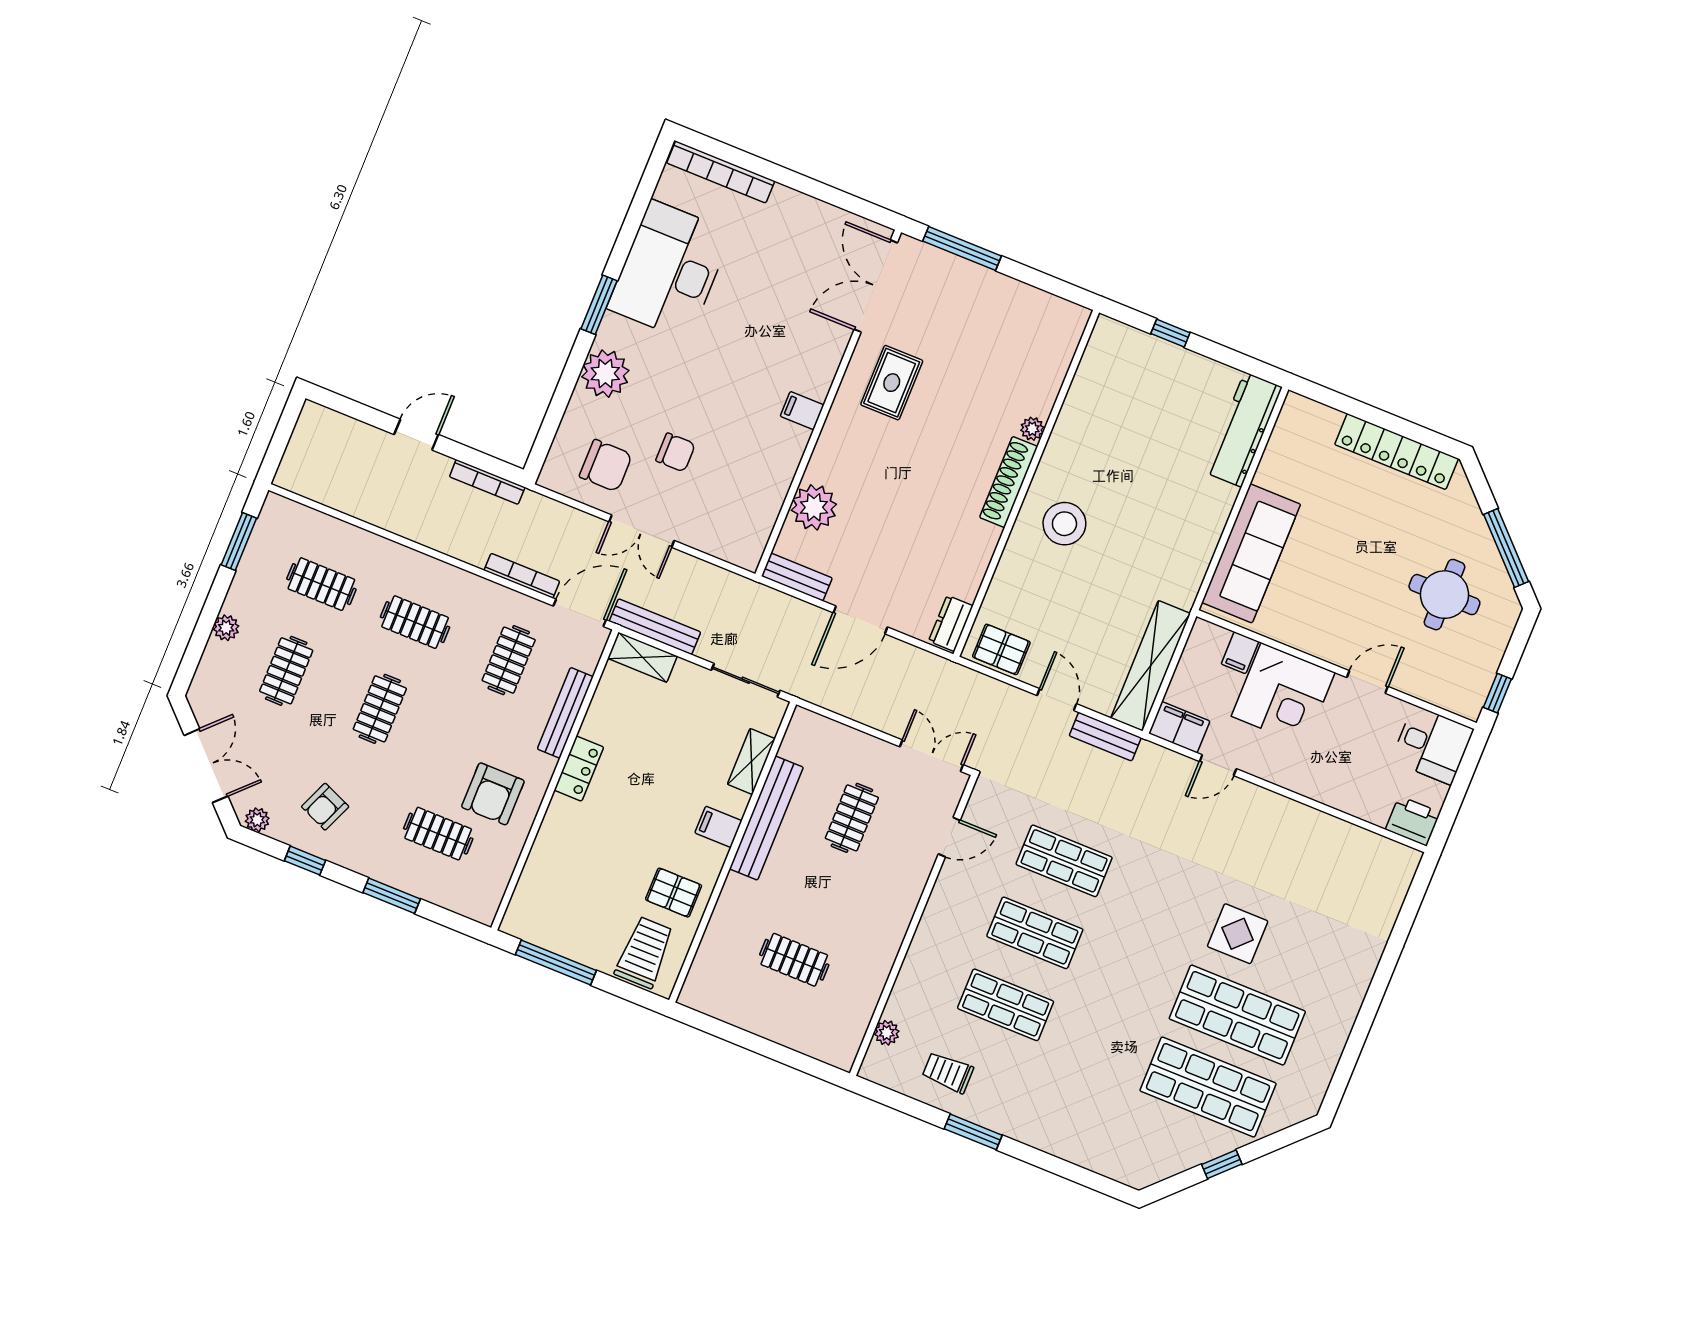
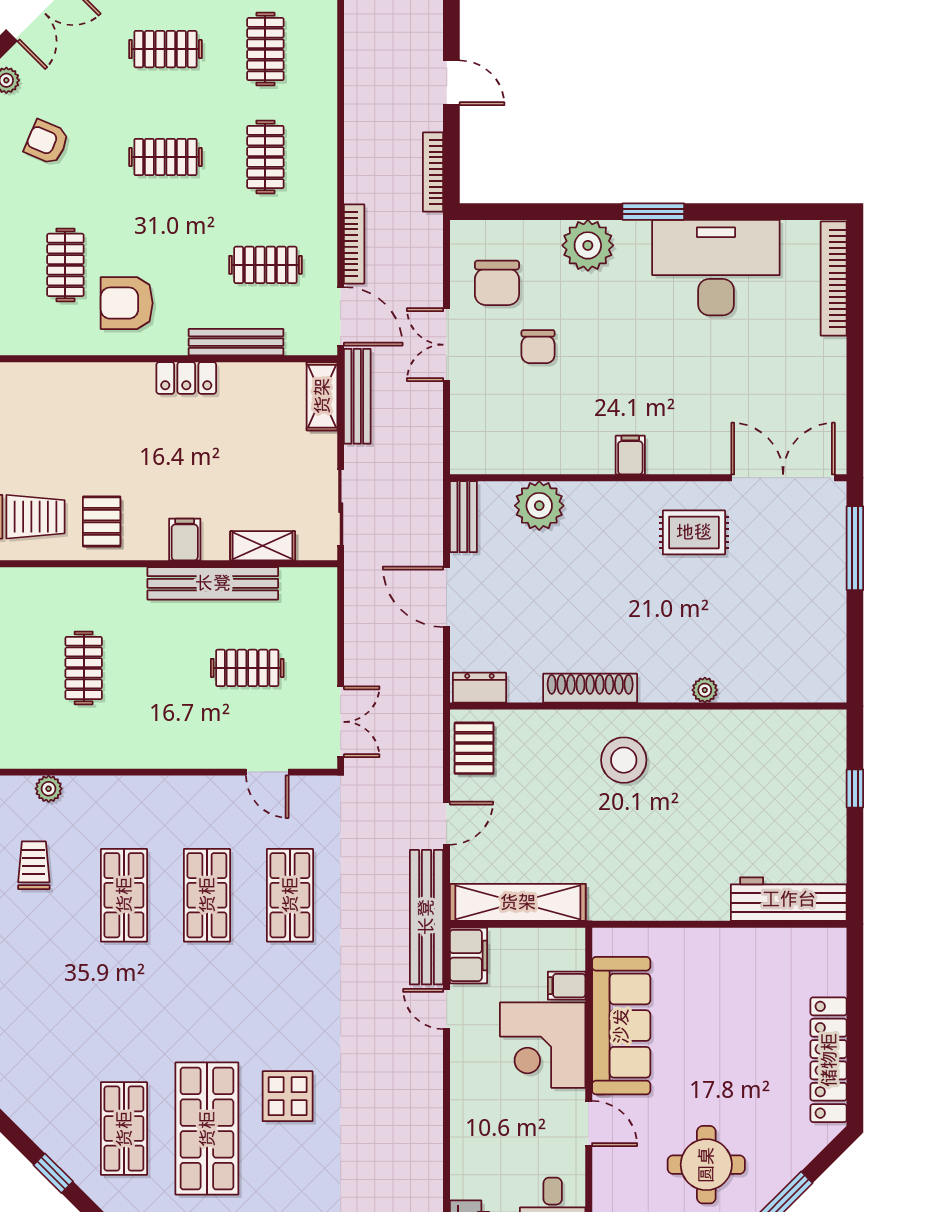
shoe rack: (1009, 482) -> (590, 688), moved
sofa: (1251, 553) -> (621, 1026), moved, turned -90
bench: (1105, 737) -> (426, 917), width x1.86, depth x1.21
shop shelf: (1208, 1087) -> (124, 1129), width x0.70, depth x0.74

